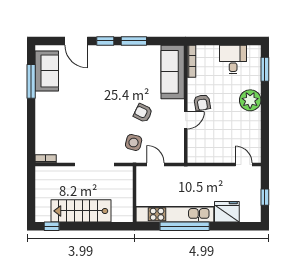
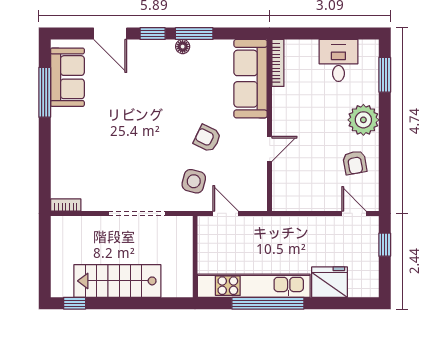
floor lamp: (126, 50) -> (183, 47), added
armchair: (202, 103) -> (355, 163), moved
window: (265, 197) -> (385, 245), moved

